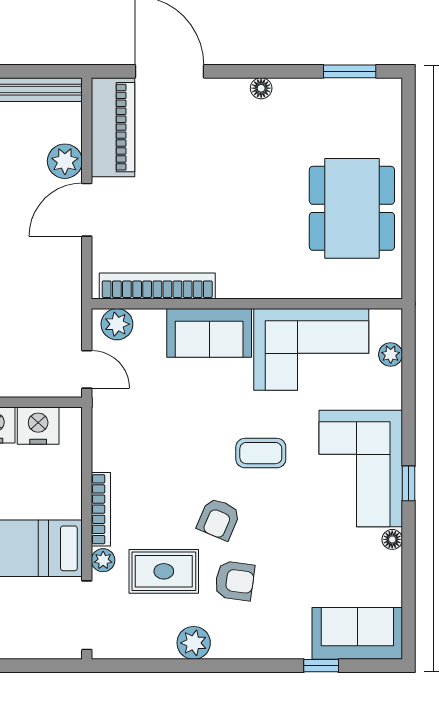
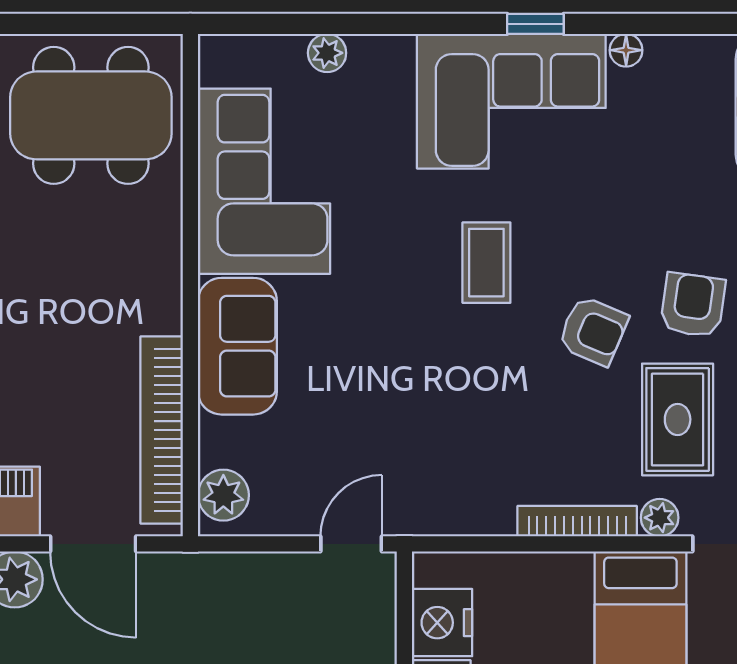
bookcase: (157, 286) -> (162, 430), moved
wall: (247, 304) -> (190, 285), moved
plant: (117, 324) -> (223, 495), moved
sofa: (209, 333) -> (237, 346), moved
corner sofa: (311, 349) -> (264, 181), moved

